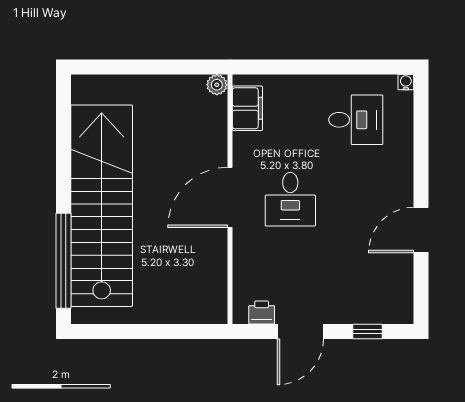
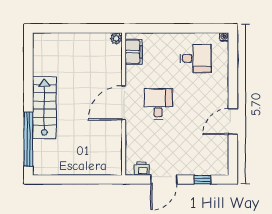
desk: (290, 199) -> (158, 104), turned 180
stairs: (102, 206) -> (44, 108), width x0.54, depth x0.66

